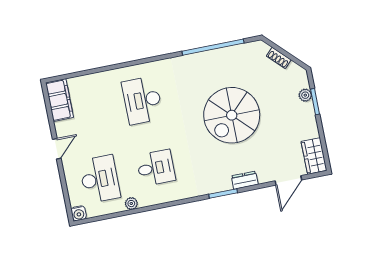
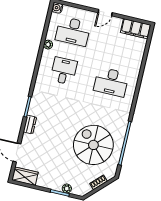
desk: (142, 100) -> (111, 82), turned 180
spiral stairs: (232, 115) -> (93, 145), moved
door: (57, 149) -> (105, 13), hinge flipped
desk: (156, 168) -> (64, 71), turned 180

